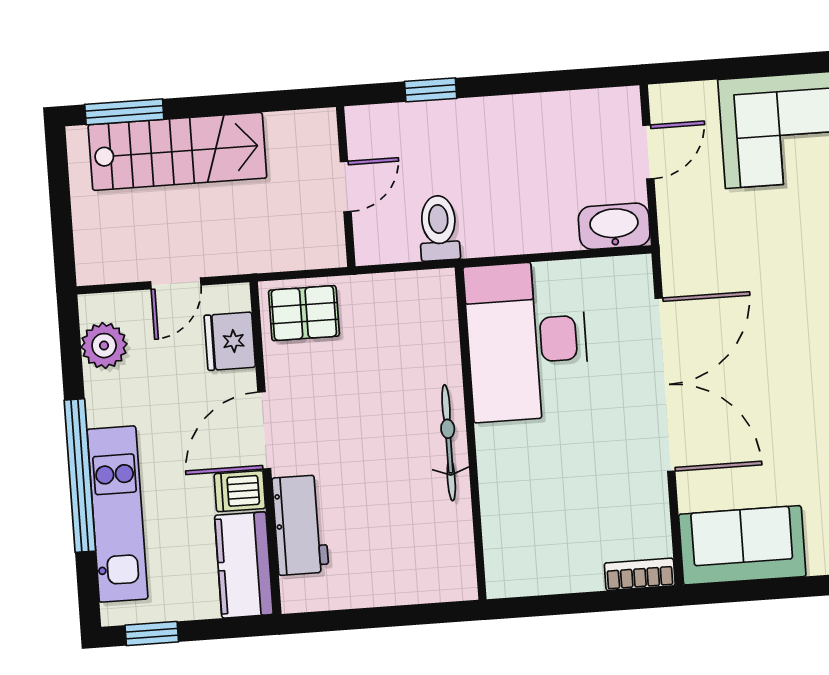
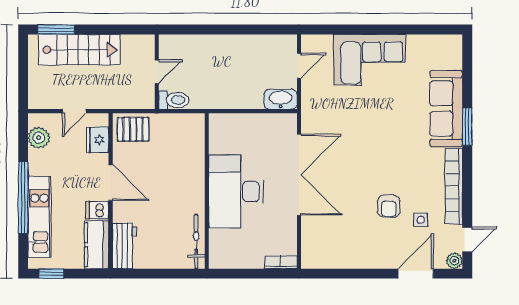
window: (431, 90) -> (200, 29), removed
toilet: (439, 228) -> (174, 100), moved, turned 90
desk: (527, 341) -> (236, 191), moved
door: (264, 430) -> (111, 183), swing flipped
bicycle: (449, 443) -> (196, 242), moved
workbench: (300, 525) -> (124, 246), moved
sofa: (742, 545) -> (330, 252), removed

